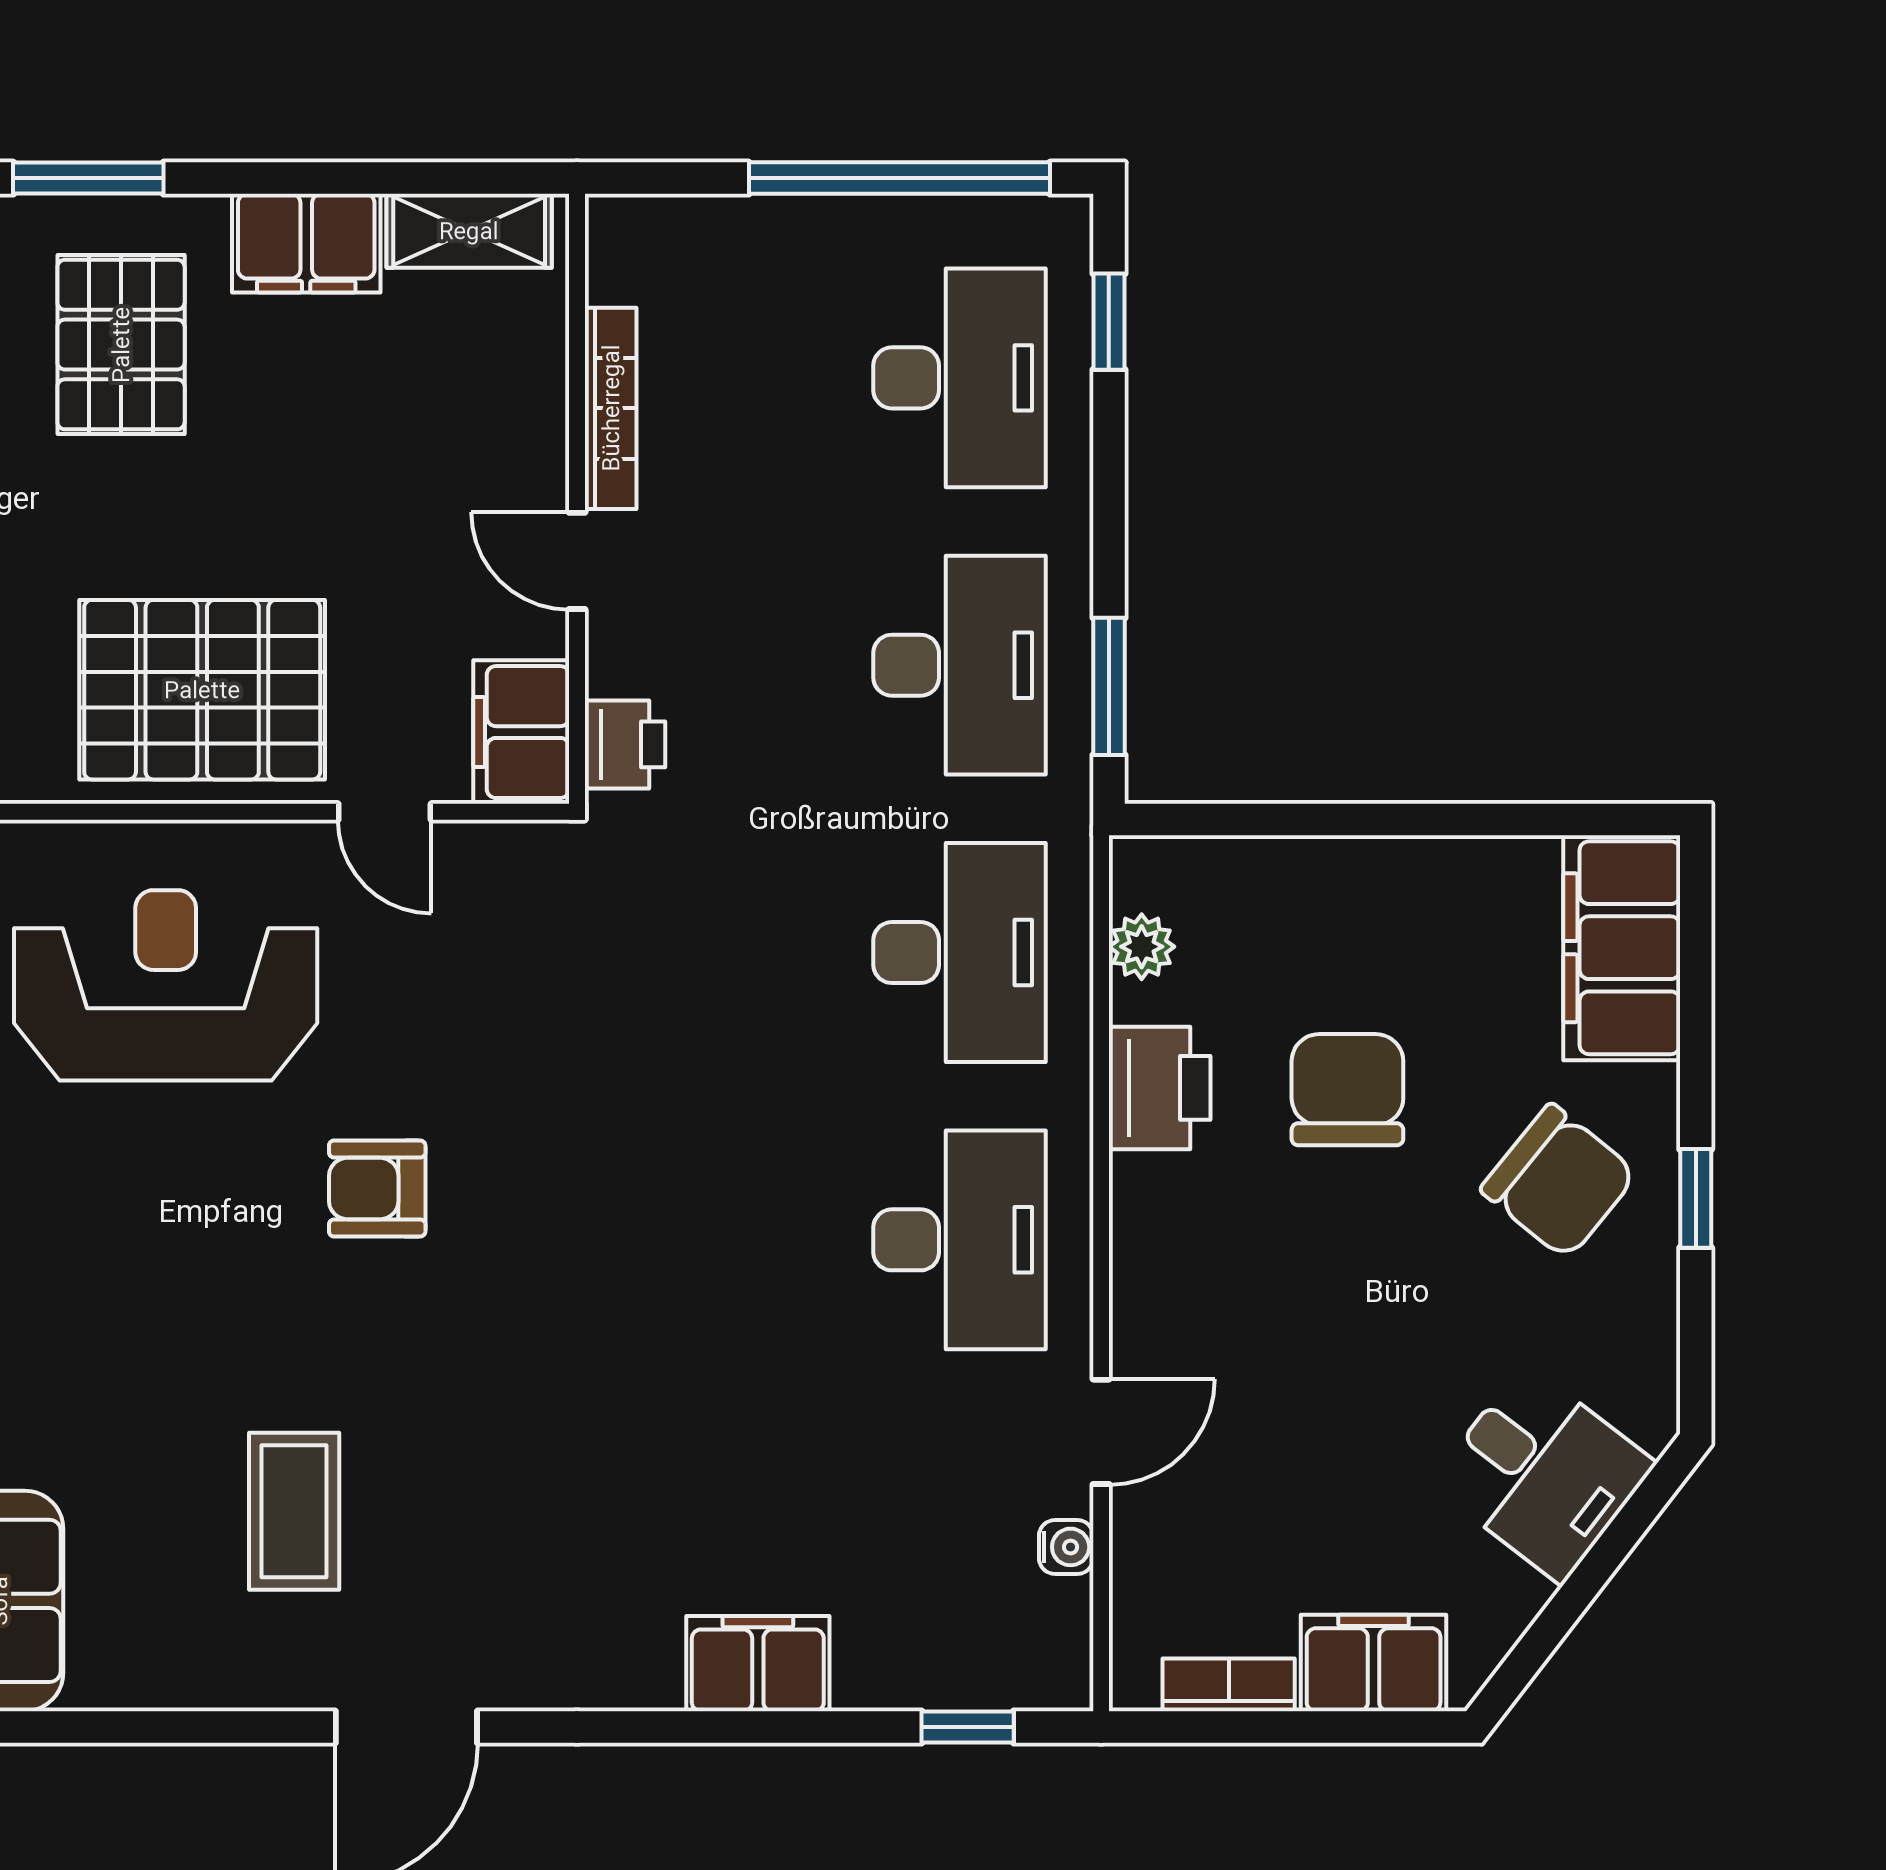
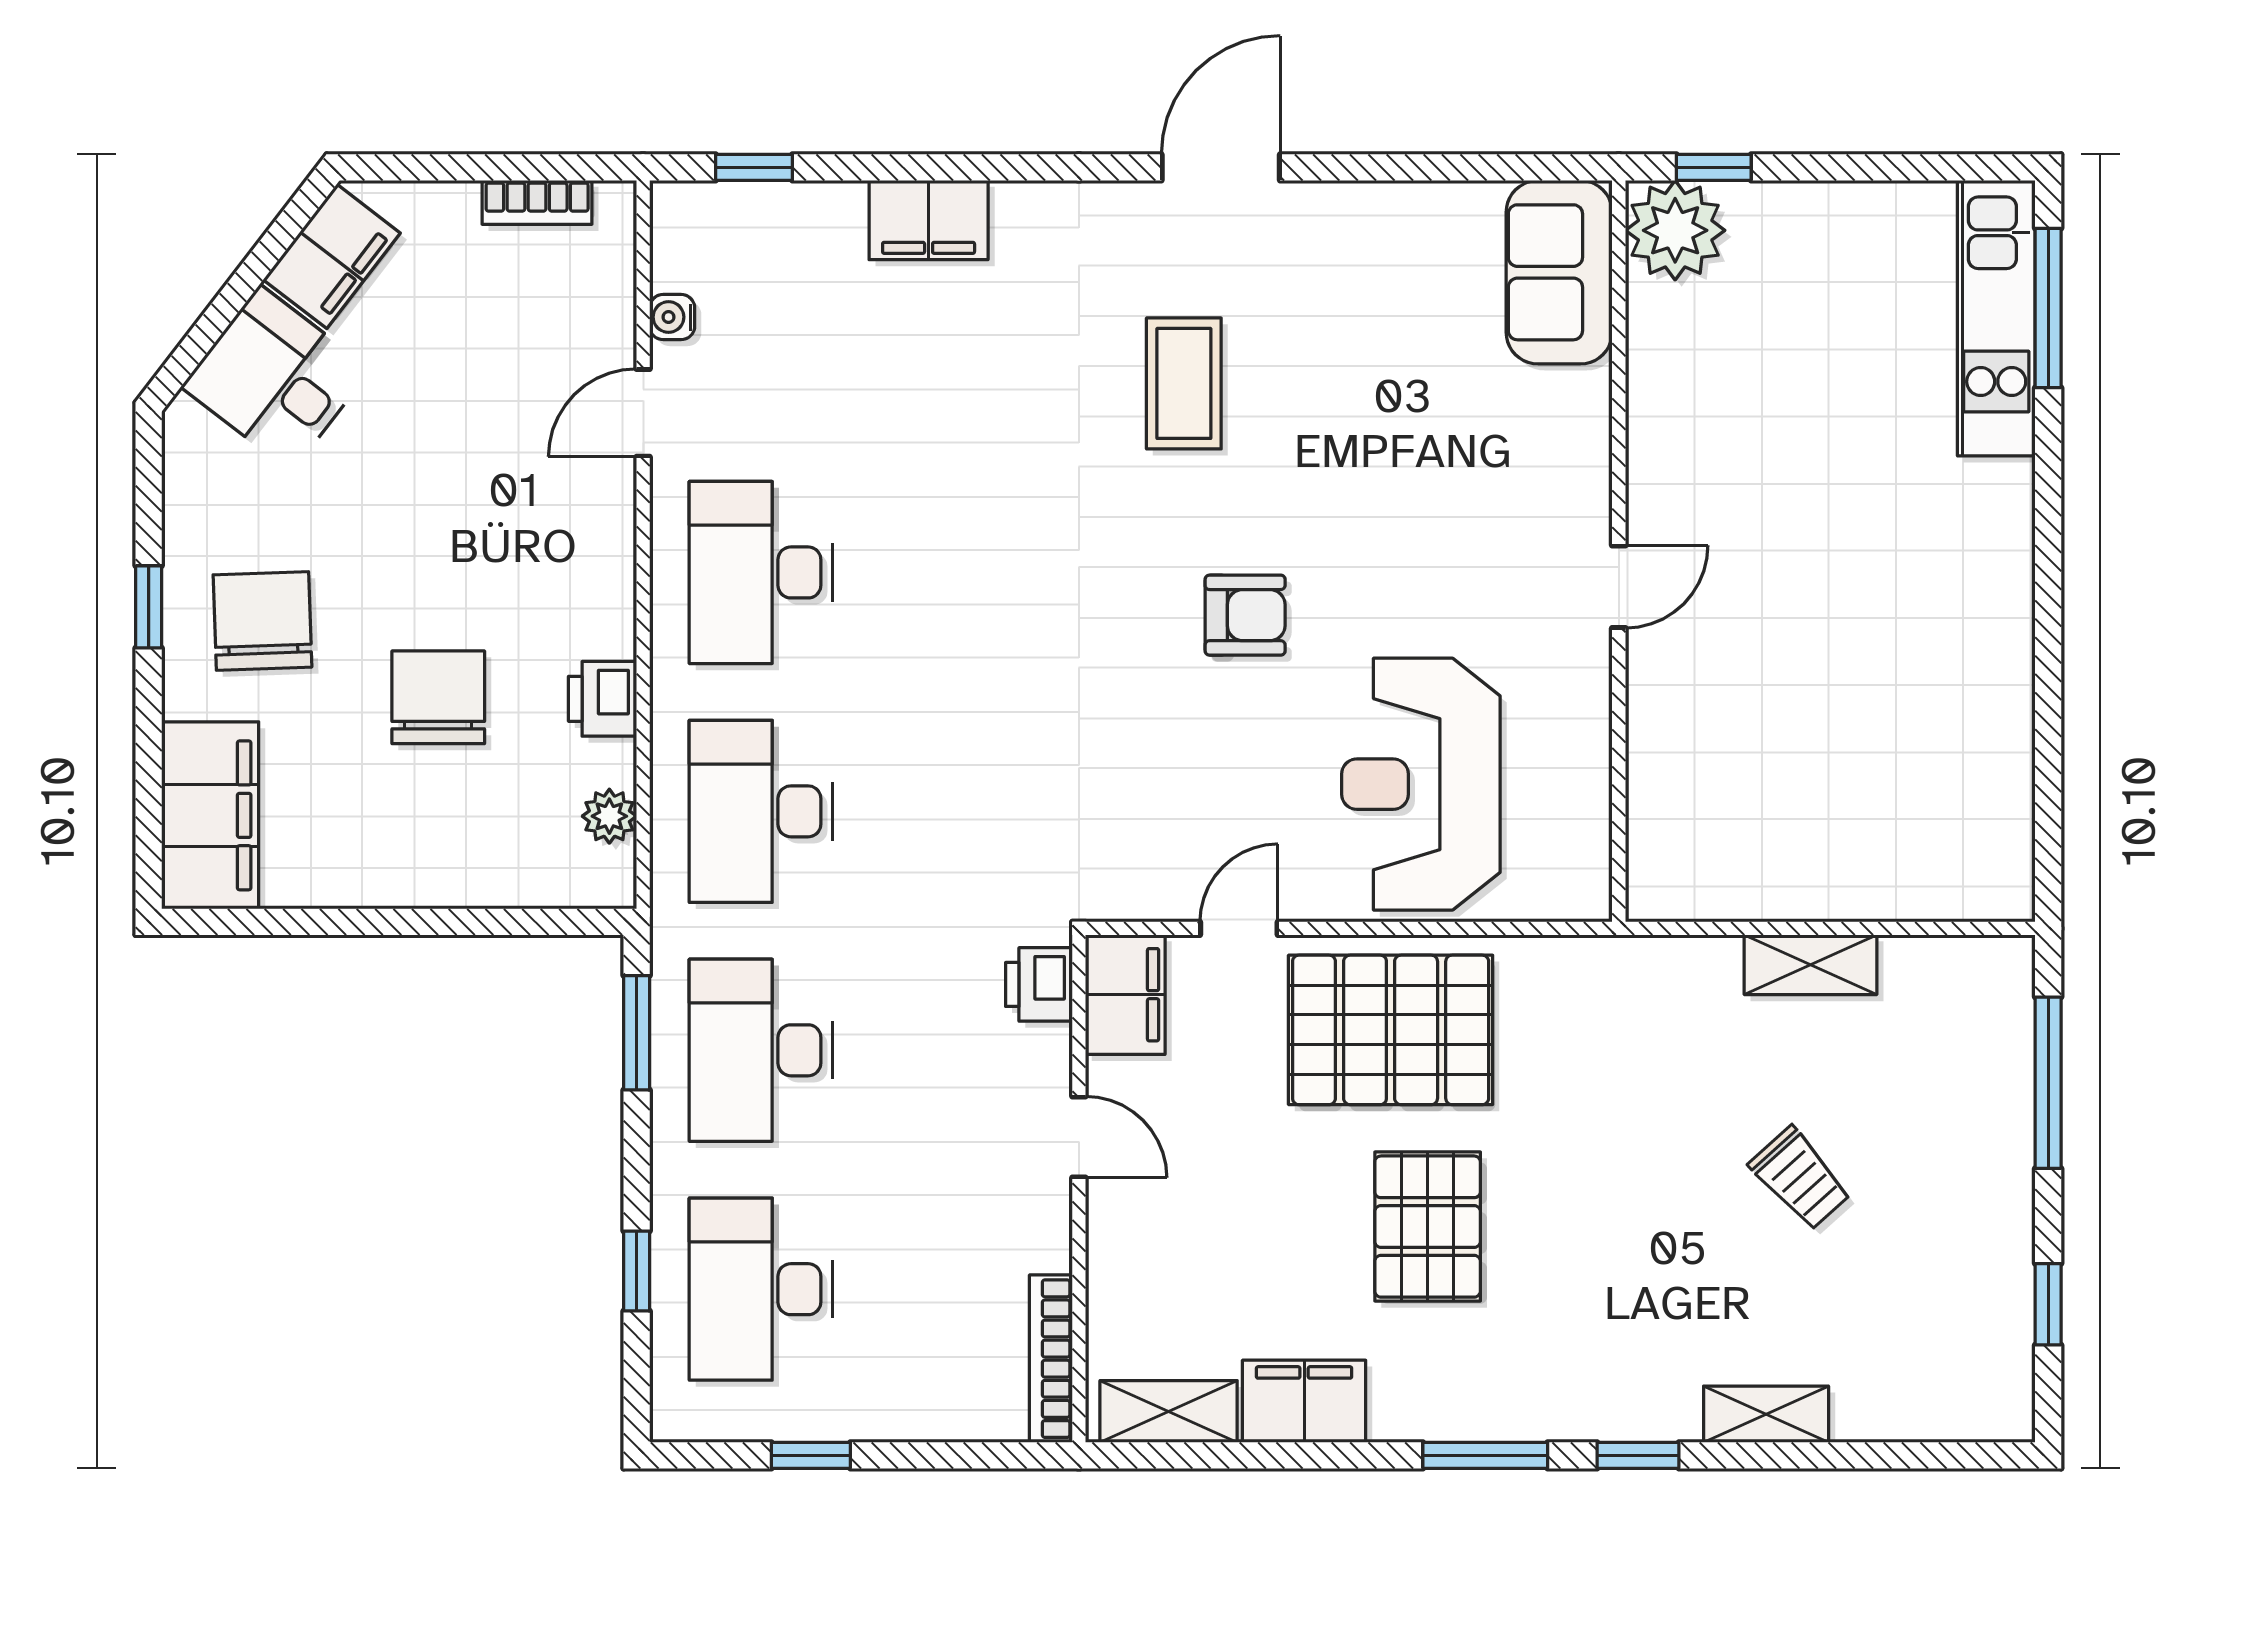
window: (899, 178) -> (811, 1455), width x0.32
window: (1109, 322) -> (637, 1271), moved
pallet: (121, 345) -> (1428, 1227), moved
bookcase: (611, 408) -> (1051, 1359), moved
door: (385, 812) -> (1239, 928), hinge flipped
reception desk: (166, 985) -> (1421, 784), turned 90
printer: (1160, 1088) -> (603, 699), width x0.73, depth x0.81
chair: (1347, 1090) -> (438, 697), turned 180
chair: (1559, 1182) -> (262, 621), turned 49
coffee table: (294, 1511) -> (1184, 383), moved
filing cabinet: (1374, 1663) -> (332, 256), moved, turned -52

